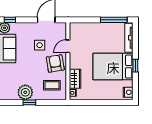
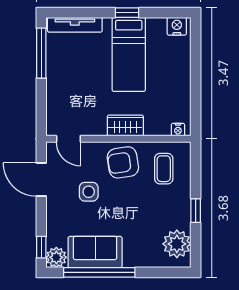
door: (68, 46) -> (68, 139), moved
bed: (113, 67) -> (129, 54), width x0.67
wardrobe: (75, 79) -> (125, 125), moved
plant: (25, 92) -> (177, 244), moved

